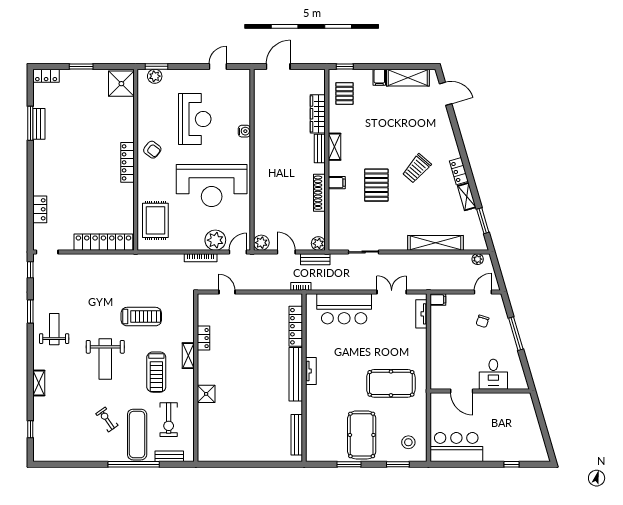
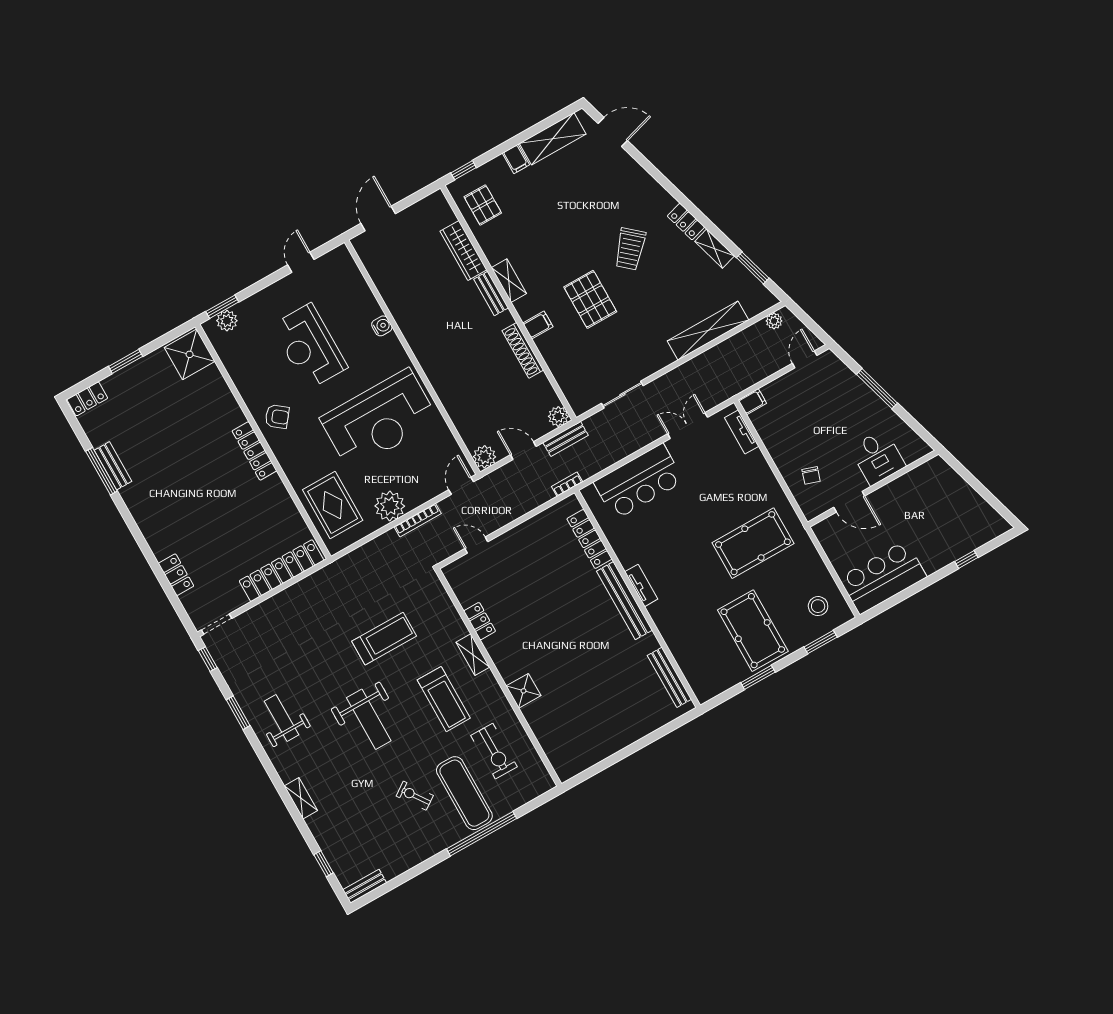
reception desk: (195, 119) -> (309, 346), turned 180
plant: (215, 240) -> (390, 506), moved
chair: (482, 321) -> (811, 475), moved
bench: (169, 456) -> (365, 886), moved

